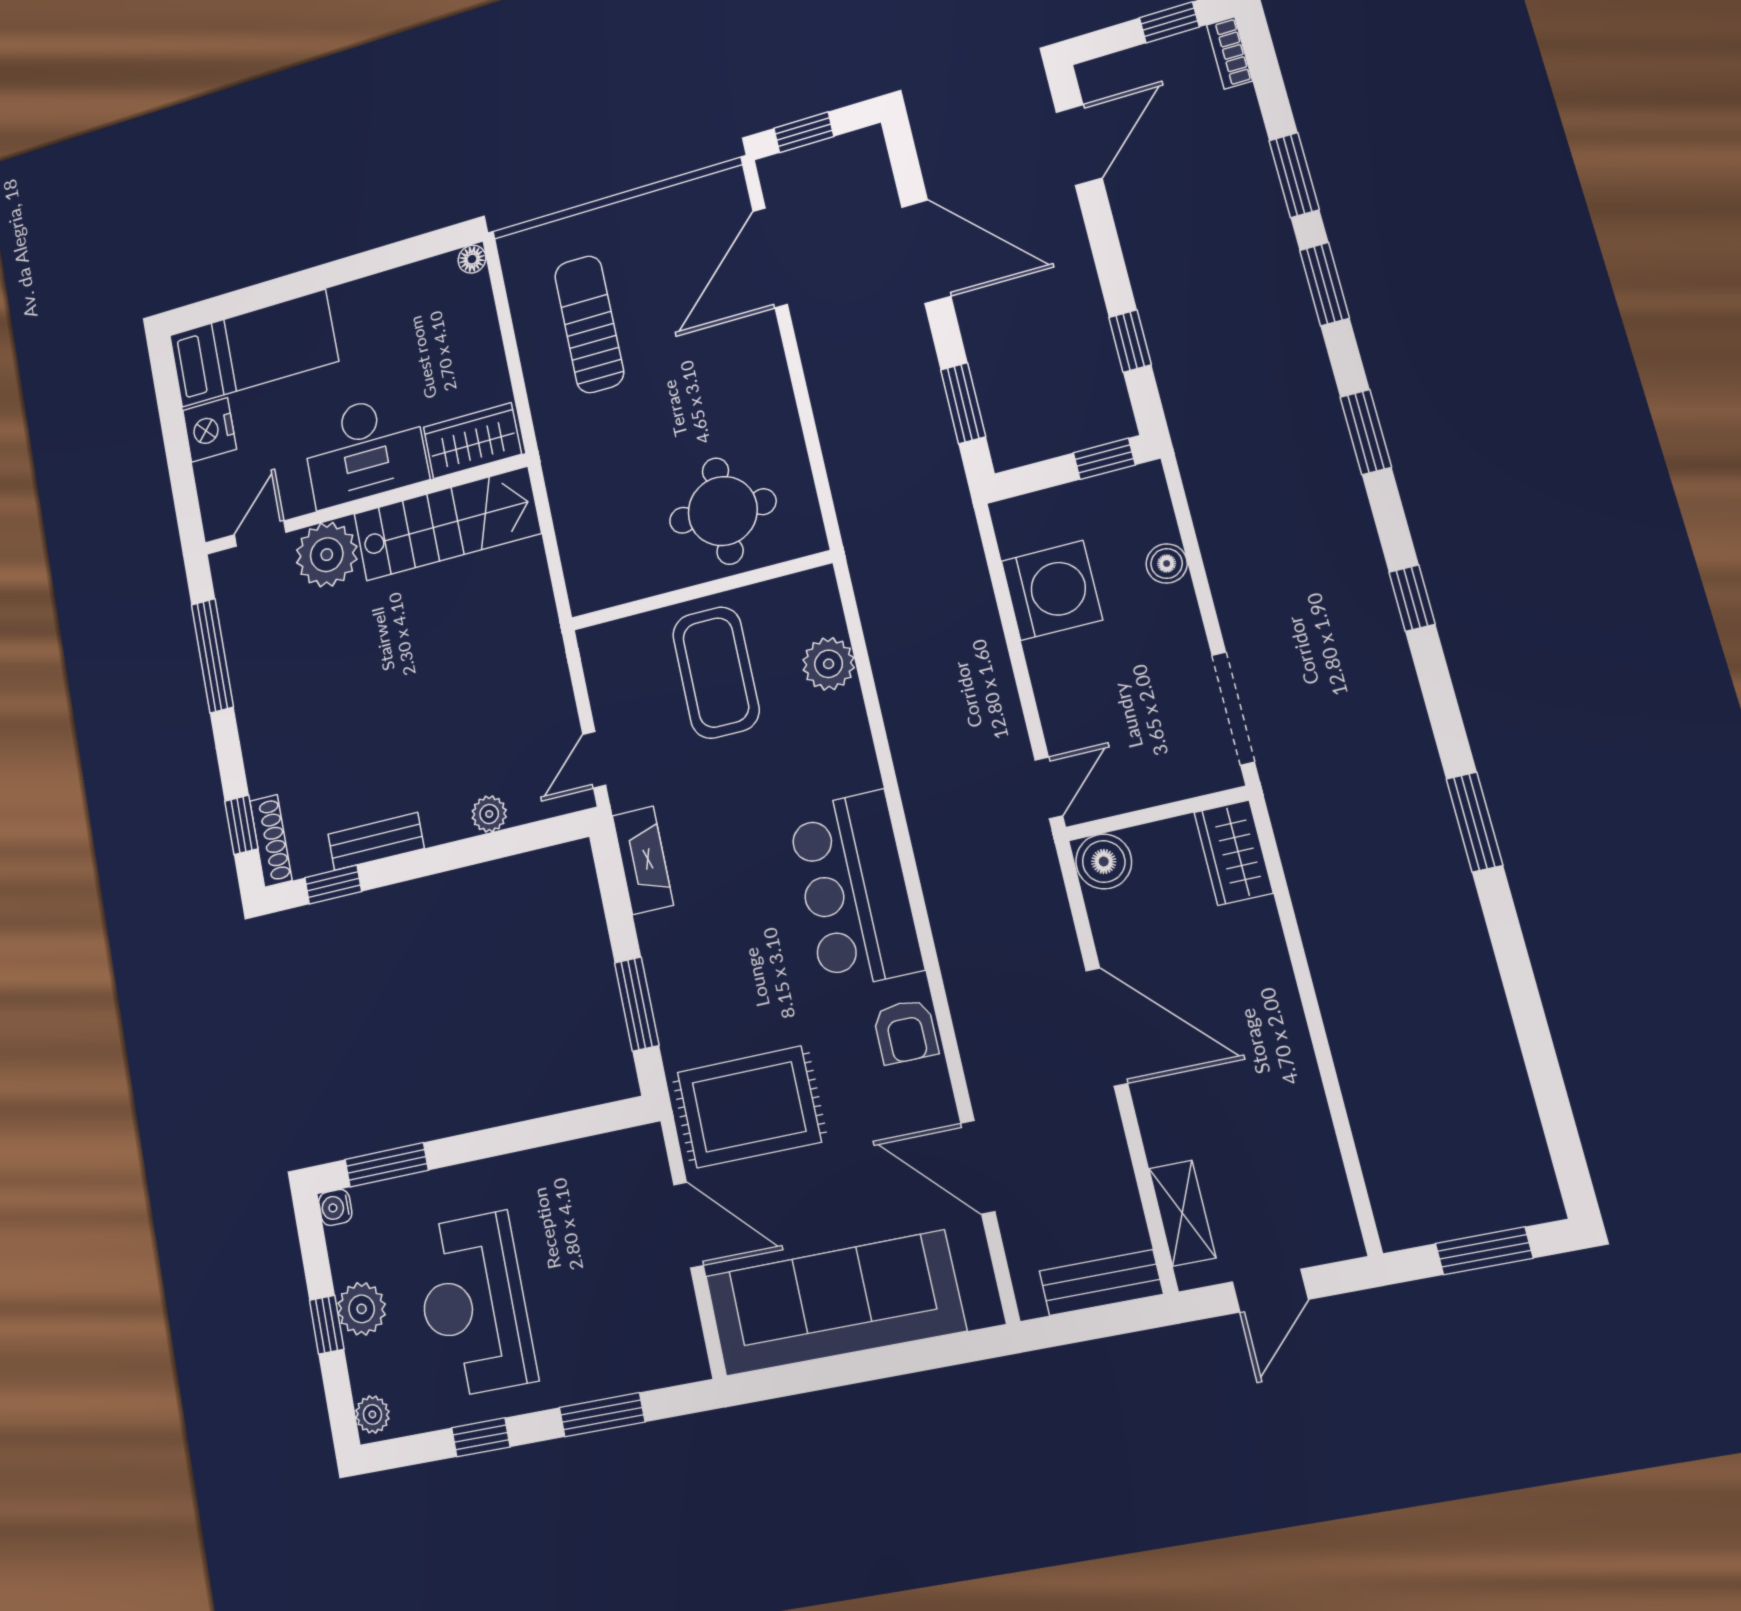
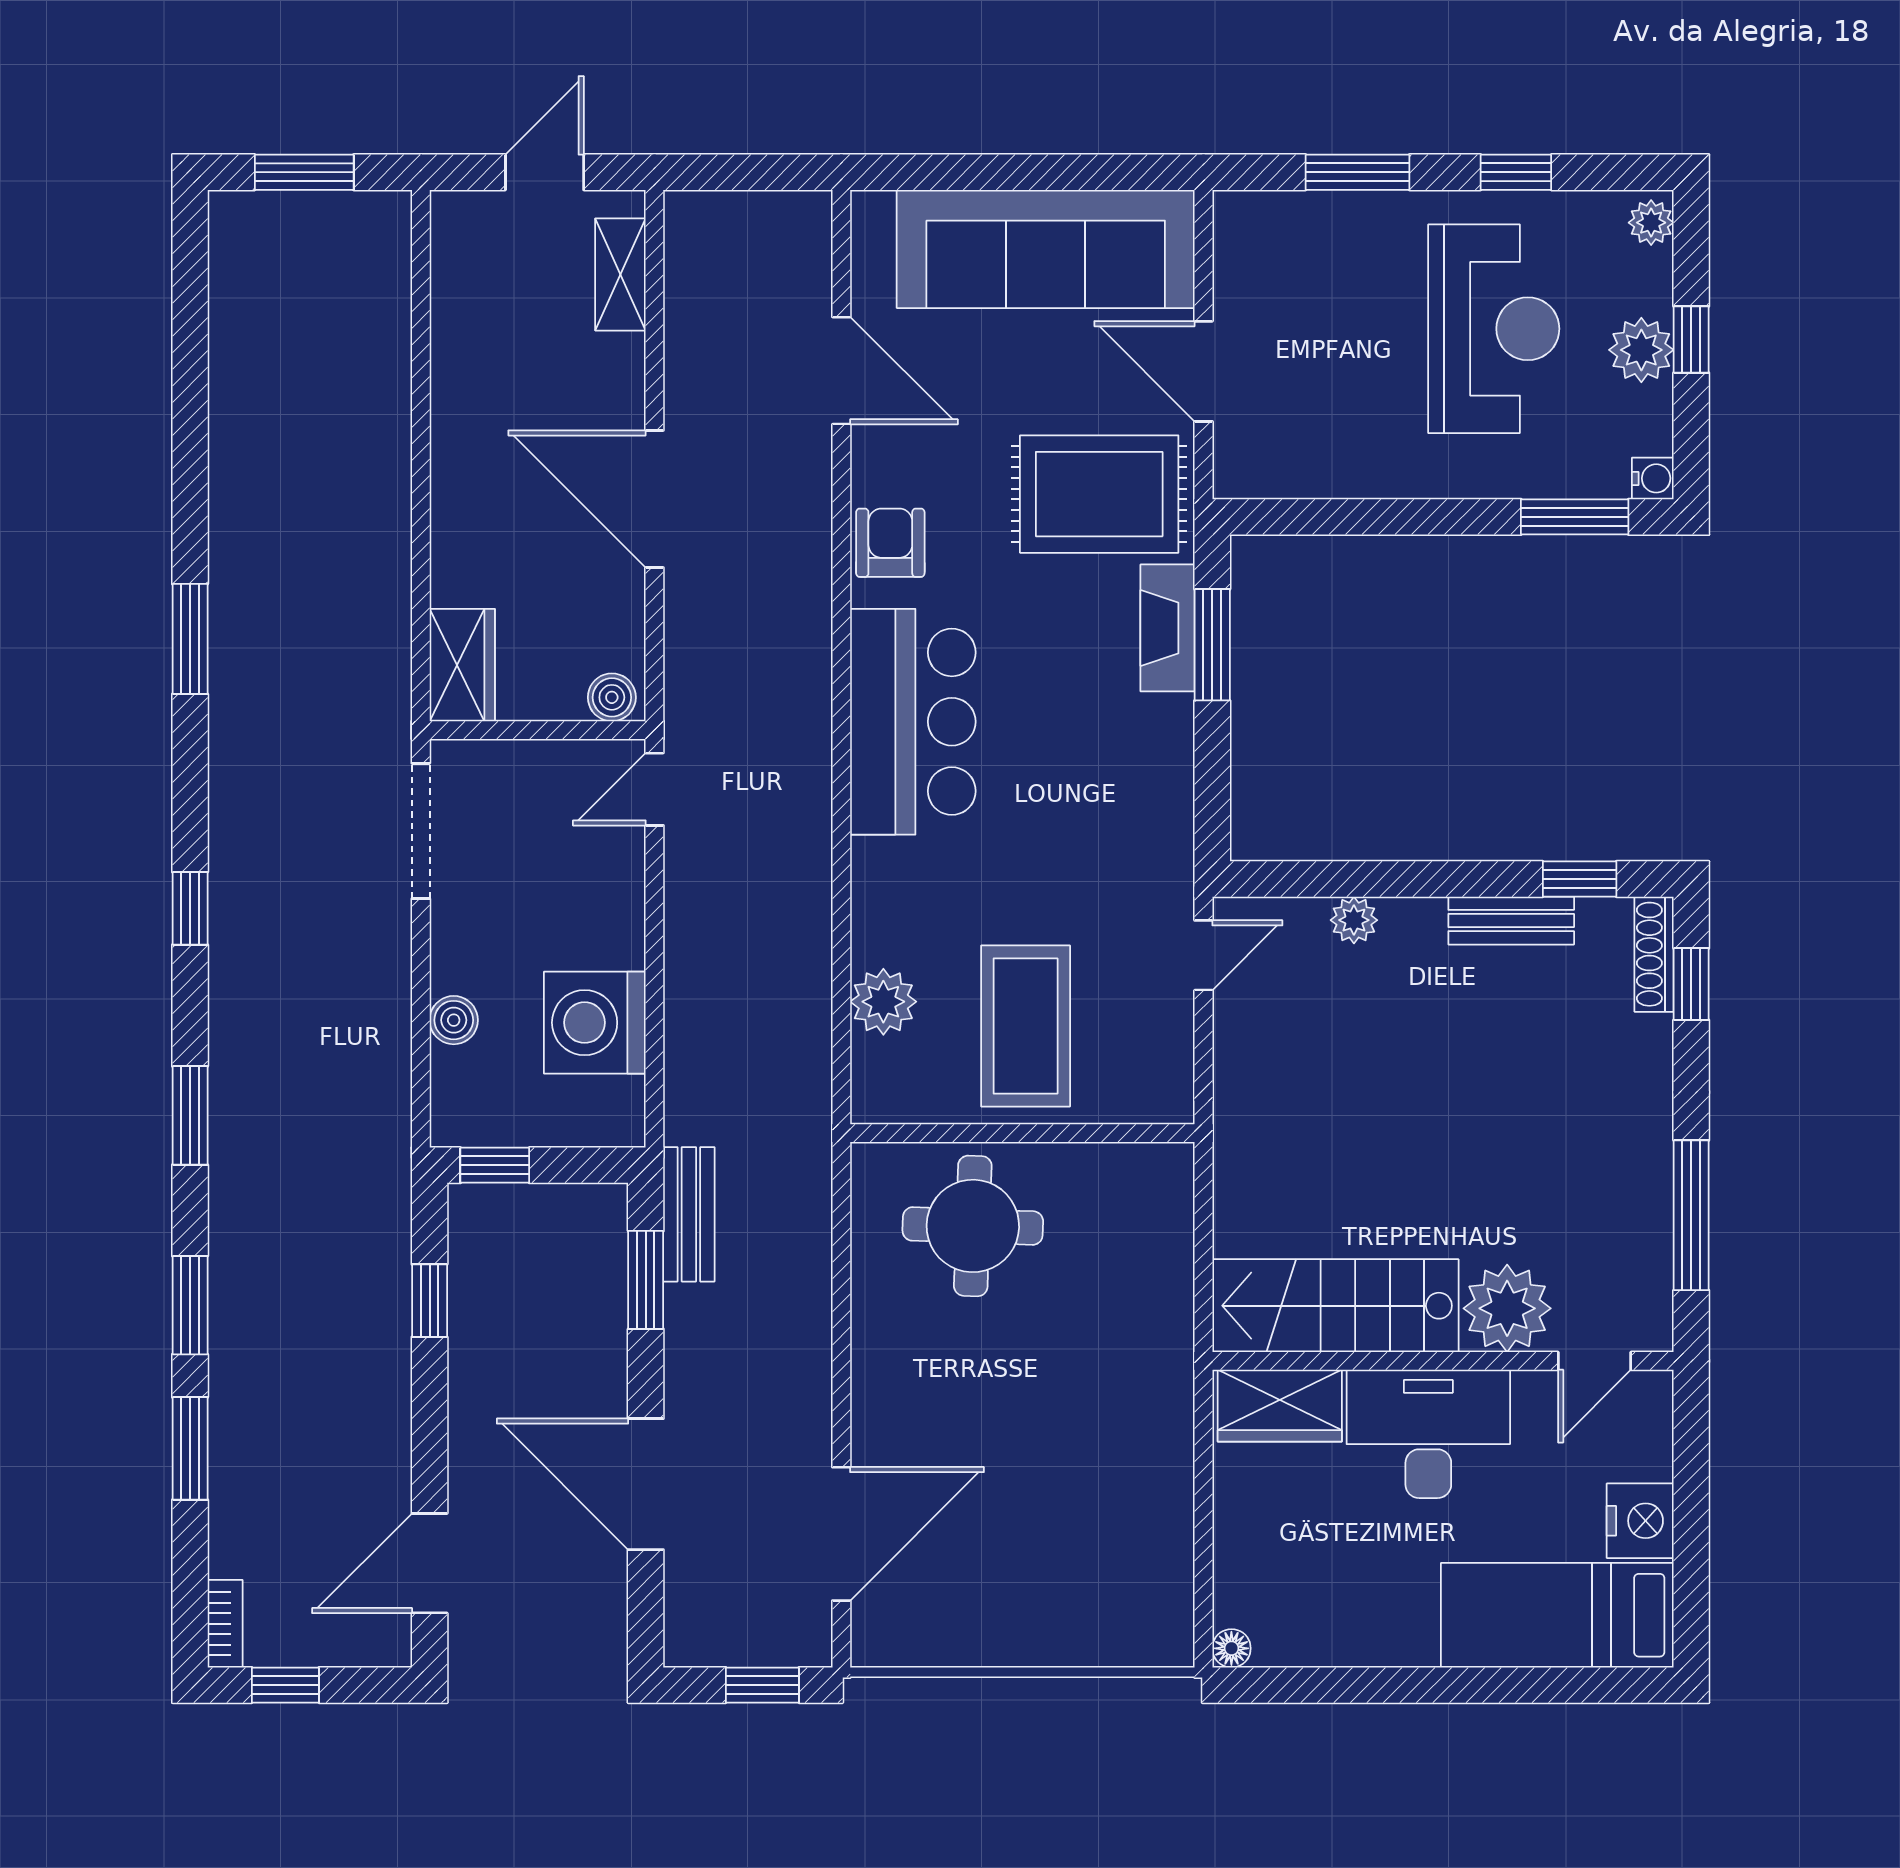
sun lounger: (589, 324) -> (1093, 1515), removed
fireplace: (643, 860) -> (1168, 628), moved
boiler: (1104, 861) -> (612, 697), width x0.73, depth x0.73
bench: (1101, 1283) -> (689, 1214), moved, turned 90

